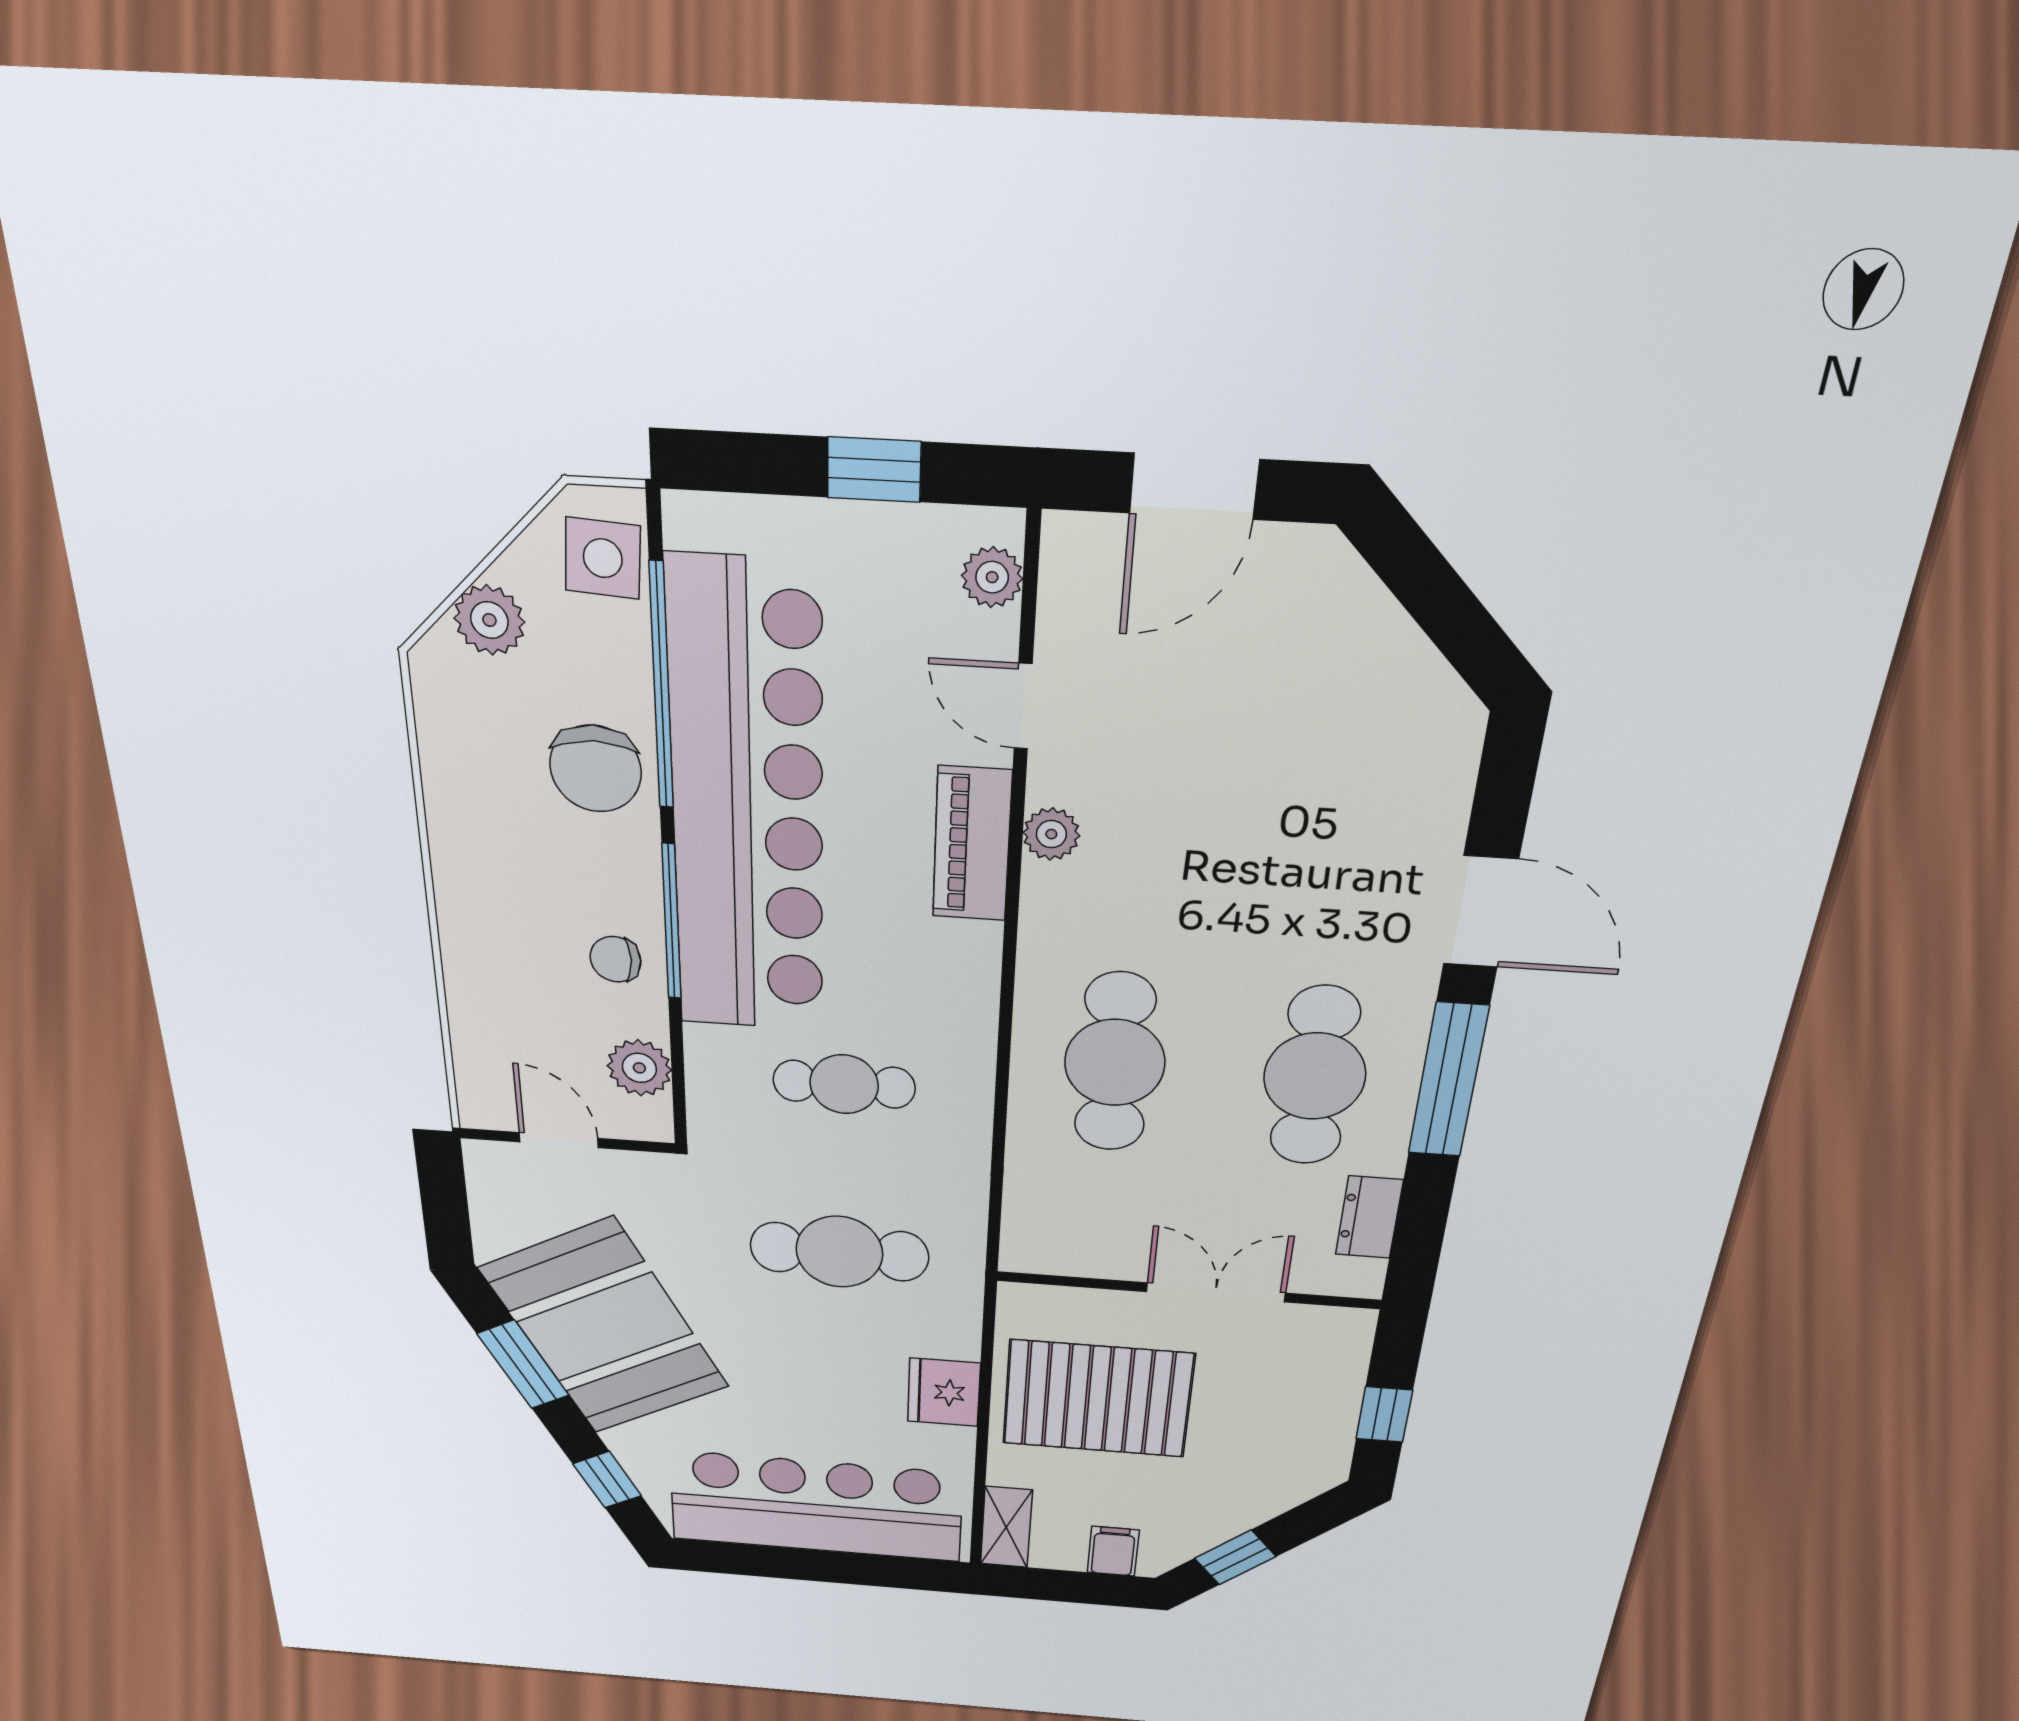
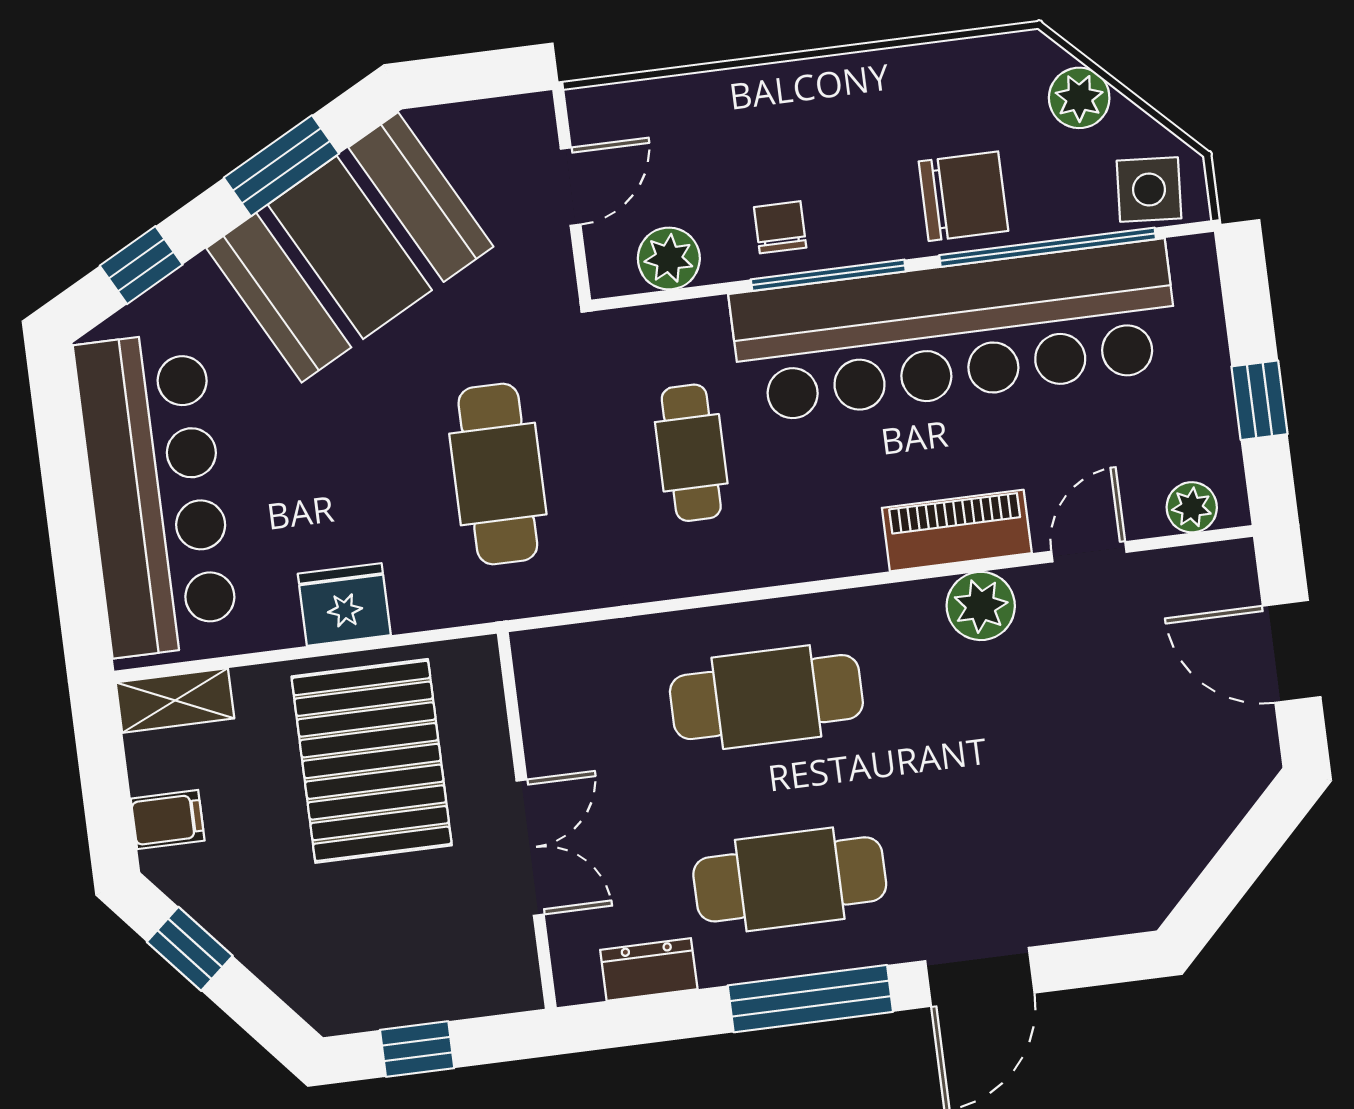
chair: (596, 769) -> (963, 196), turned 180
plant: (1051, 834) -> (981, 606), width x1.38, depth x1.38

